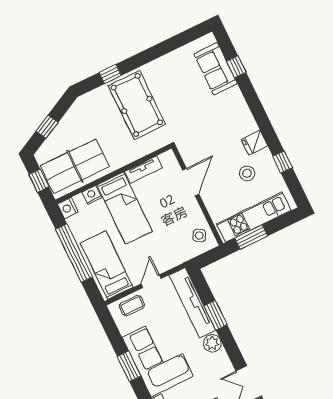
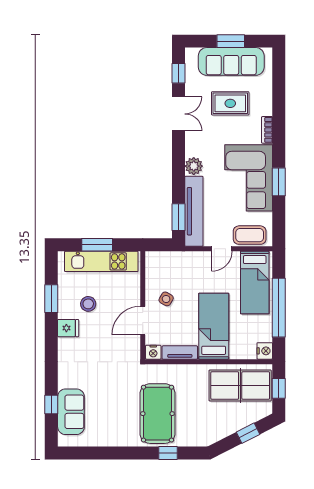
window: (283, 162) -> (51, 299), width x1.50
nightstand: (92, 195) -> (153, 352), moved
side table: (199, 235) -> (166, 299), moved
window: (251, 237) -> (97, 245), moved
coffee table: (132, 306) -> (250, 235), width x1.36, depth x1.30
window: (216, 315) -> (179, 217), moved

